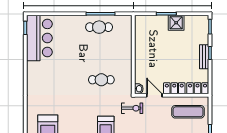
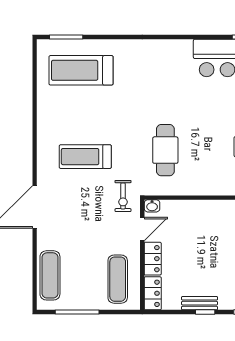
cafe table: (101, 80) -> (165, 150), width x1.37, depth x1.35

